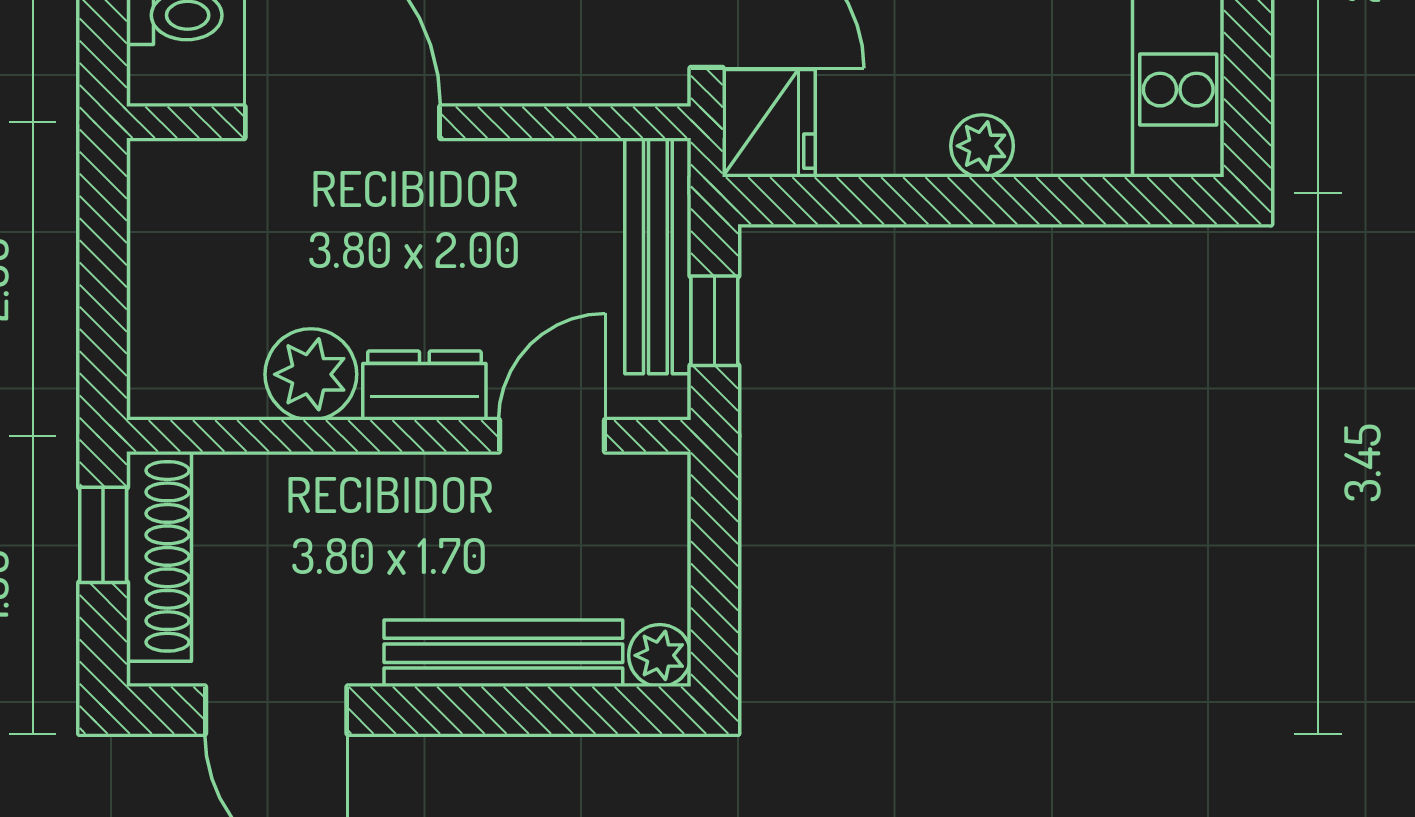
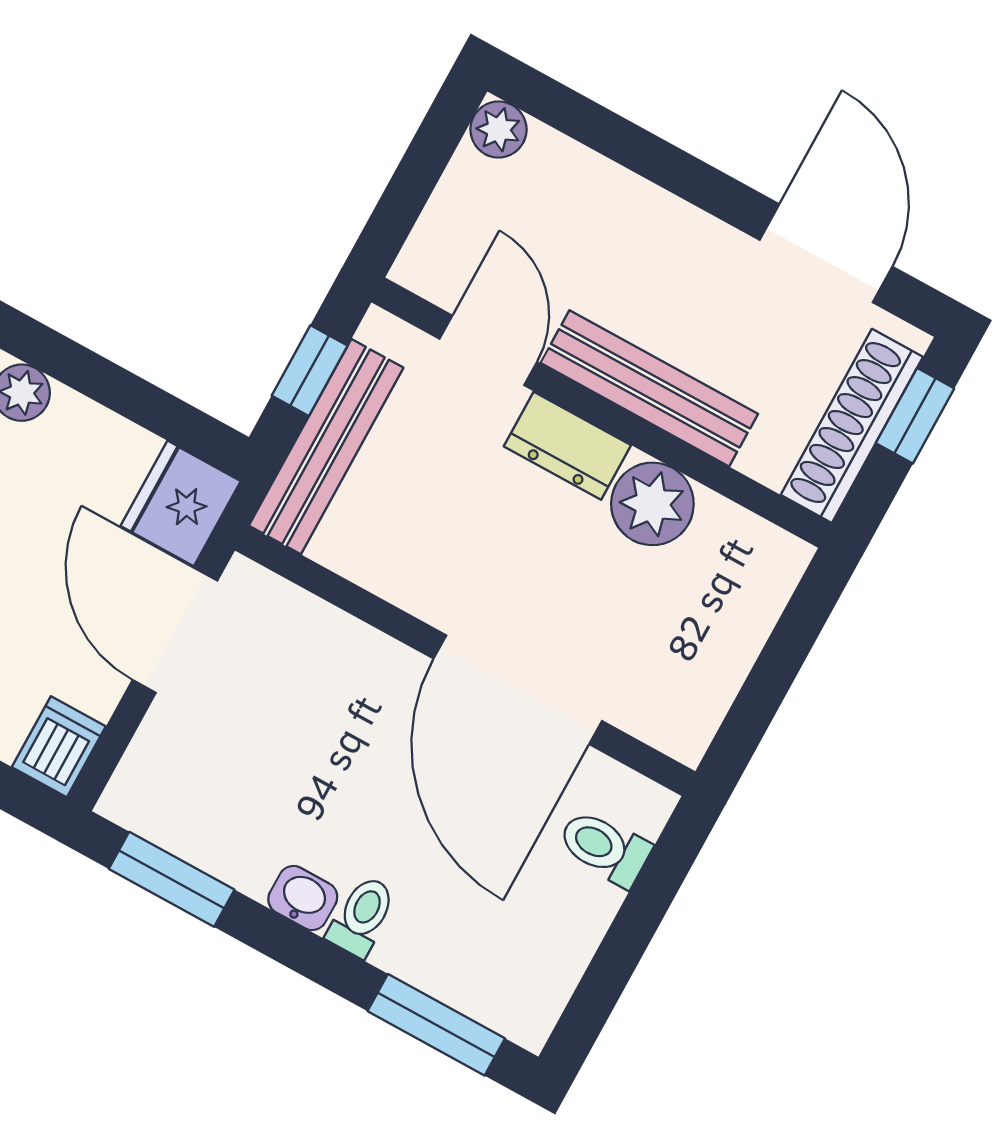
door: (552, 436) -> (488, 350), swing flipped
window: (103, 535) -> (915, 416), moved
bench: (503, 653) -> (649, 388), moved

